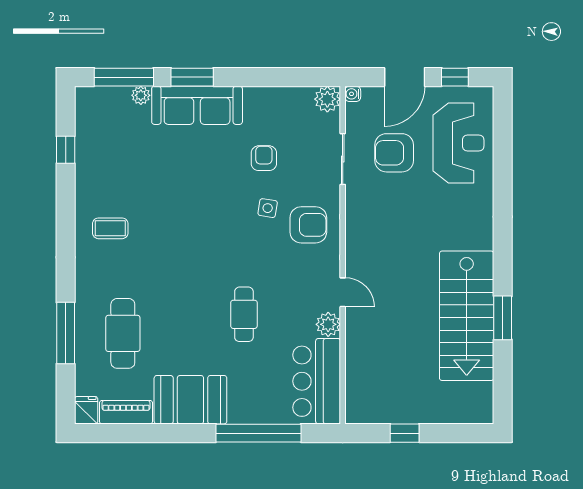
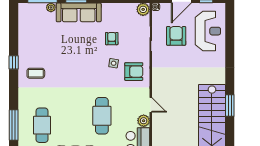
window: (66, 150) -> (14, 62), moved
armchair: (394, 153) -> (176, 36), turned 90
cafe table: (244, 314) -> (102, 116), width x1.37, depth x1.35
window: (503, 318) -> (230, 106), moved

